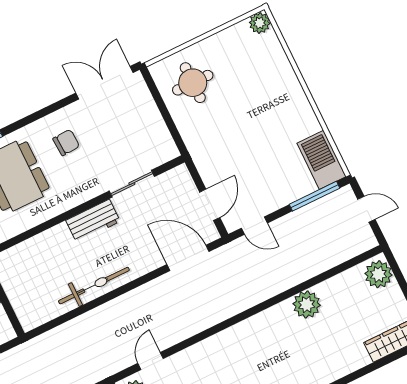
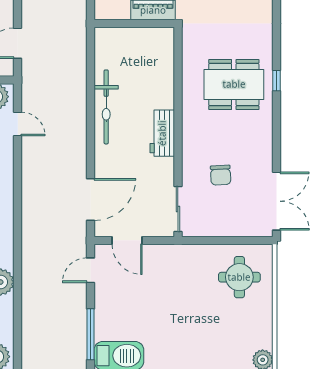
chair: (66, 142) -> (221, 175), moved
sliding door: (132, 184) -> (178, 209), moved

